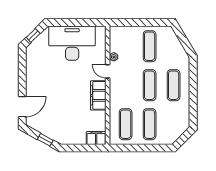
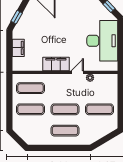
filing cabinet: (96, 138) -> (18, 48), moved

